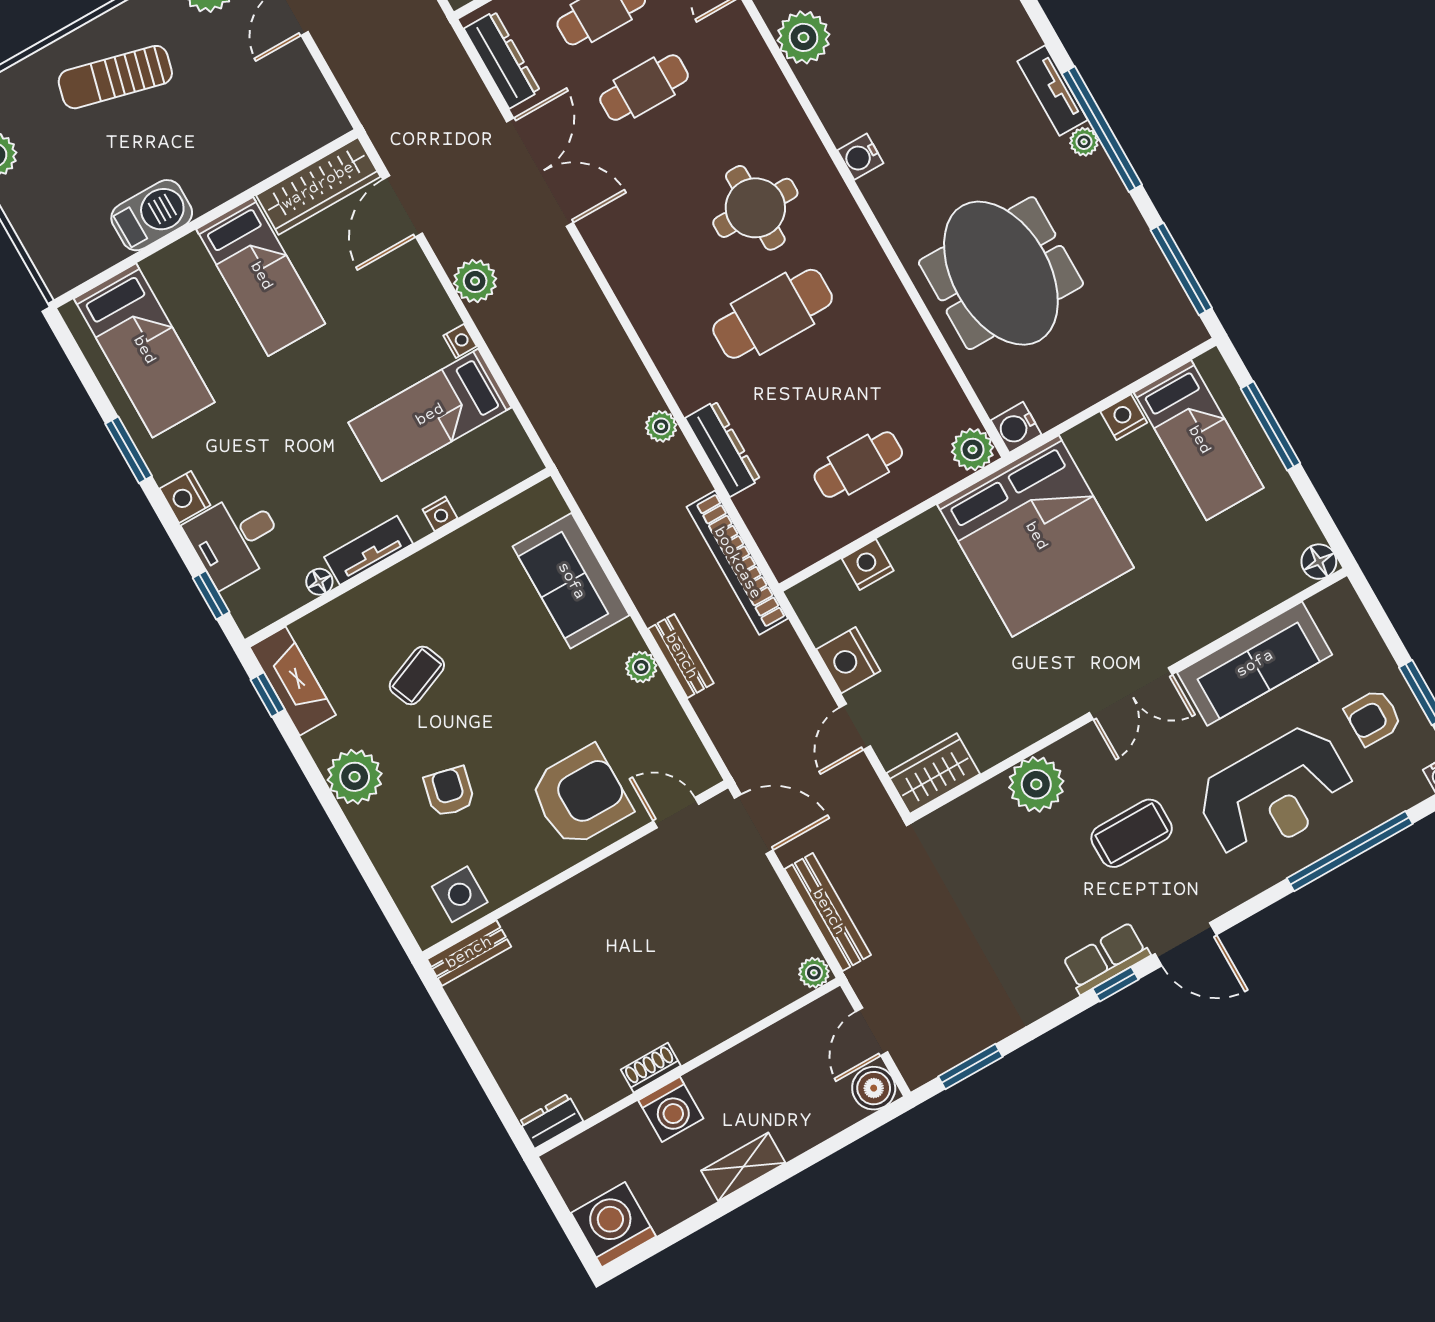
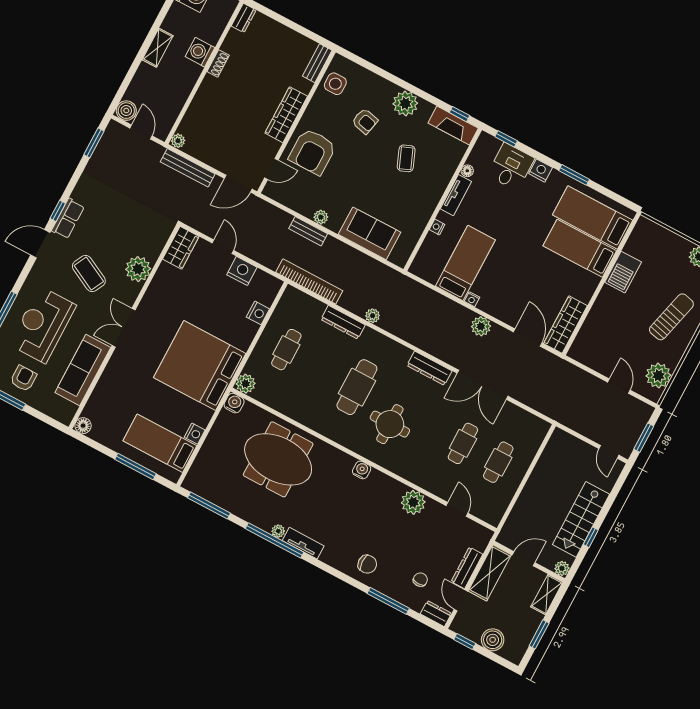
dresser: (502, 60) -> (429, 368), moved
bed: (261, 276) -> (580, 248), moved
coffee table: (1132, 833) -> (89, 274), turned -63
wardrobe: (586, 895) -> (286, 115), added

